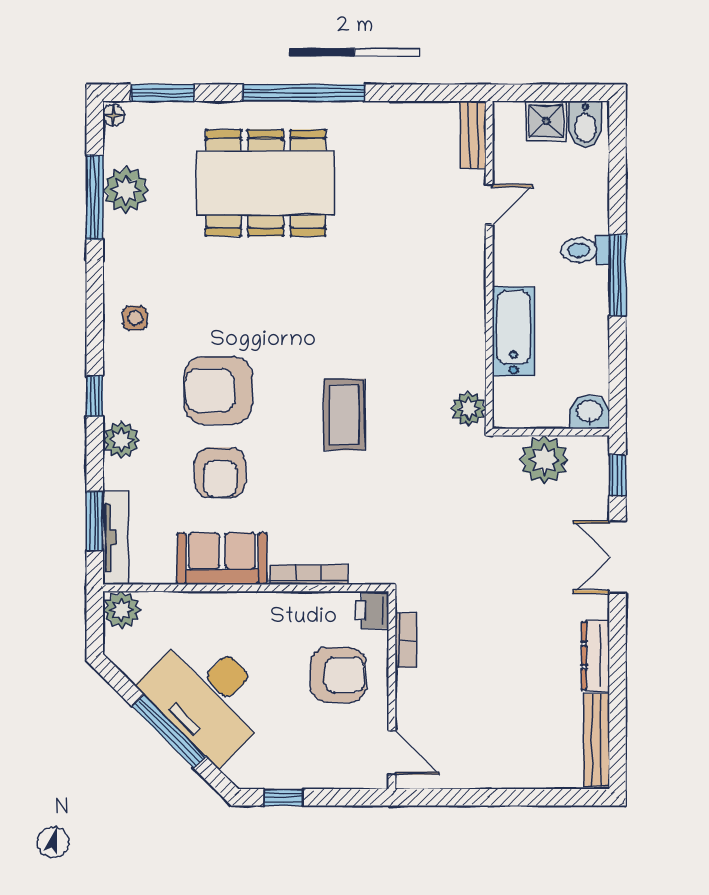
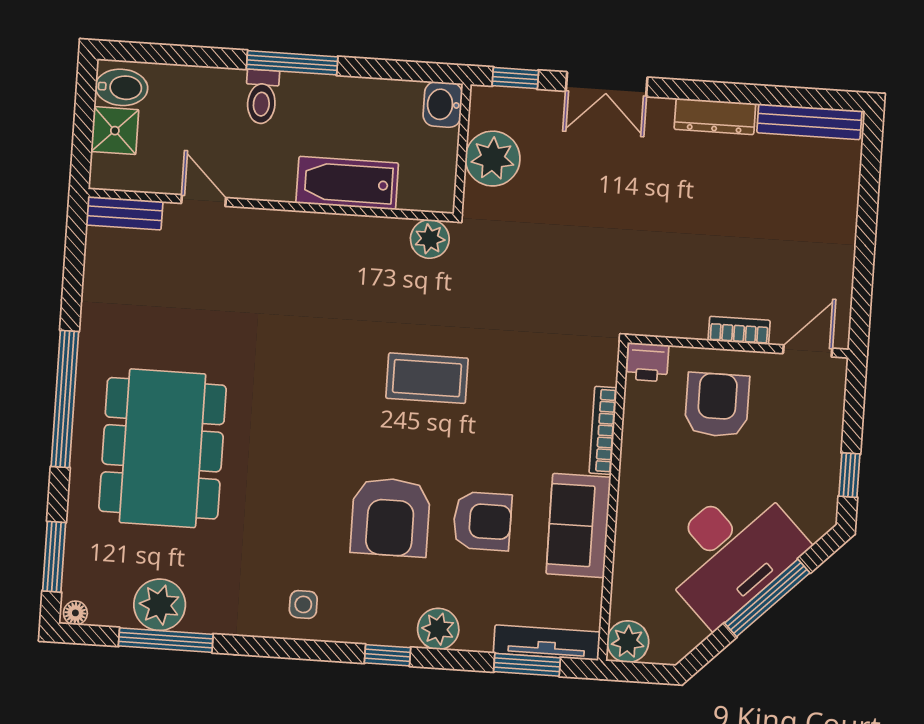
bookcase: (406, 640) -> (739, 330), moved

